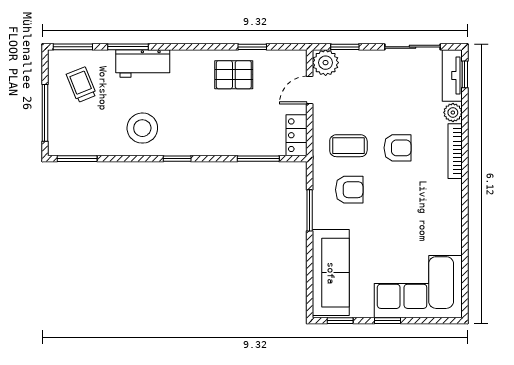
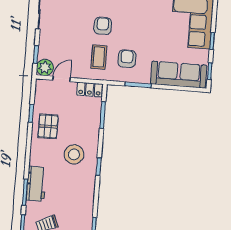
door: (310, 90) -> (62, 79), swing flipped
stool: (142, 128) -> (74, 154), moved

